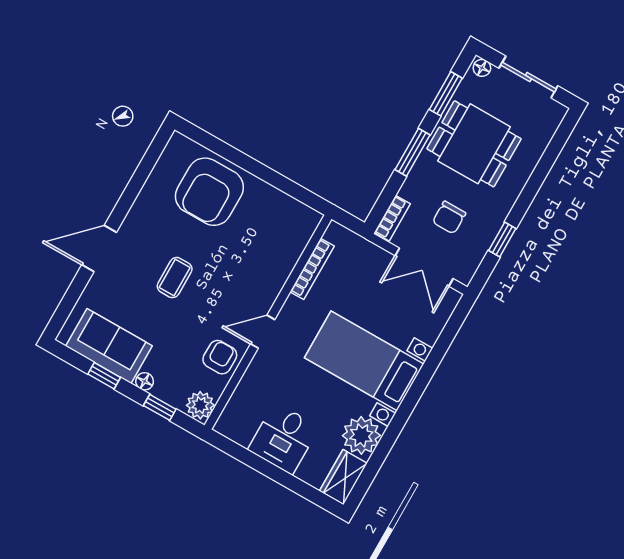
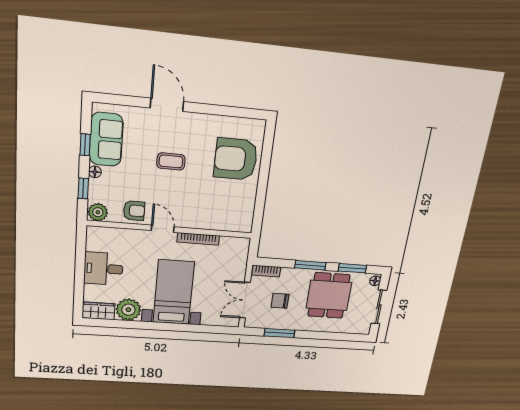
window: (502, 240) -> (279, 333), width x1.50
bookcase: (312, 269) -> (198, 239), moved

